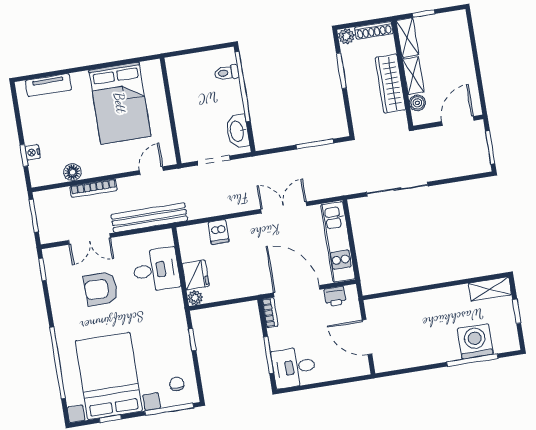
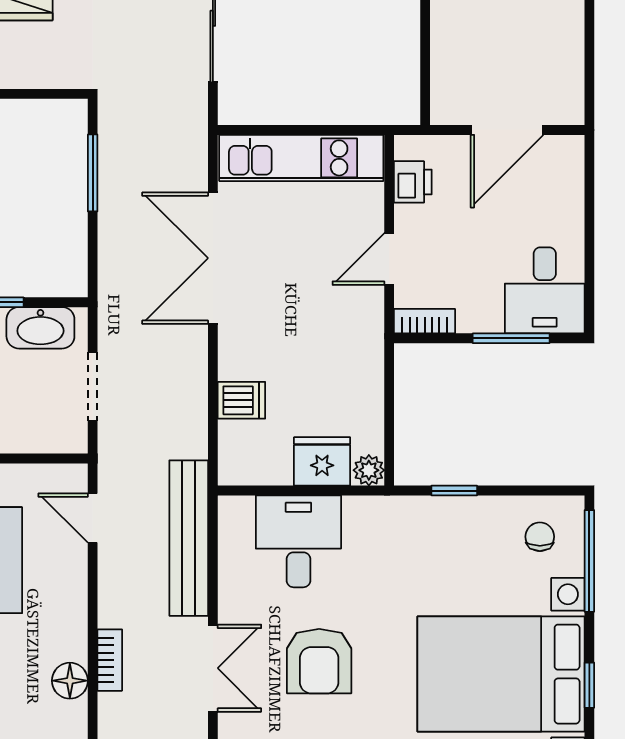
bookcase: (94, 188) -> (110, 660), width x0.64
double door: (284, 208) -> (213, 258), width x1.37
door: (297, 291) -> (389, 259), width x0.53
chair: (177, 384) -> (540, 537), turned 90

